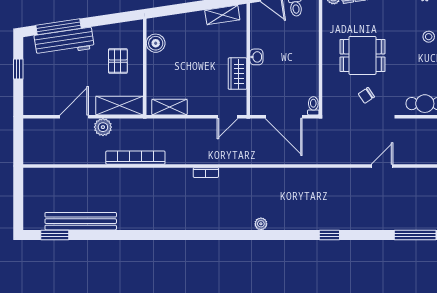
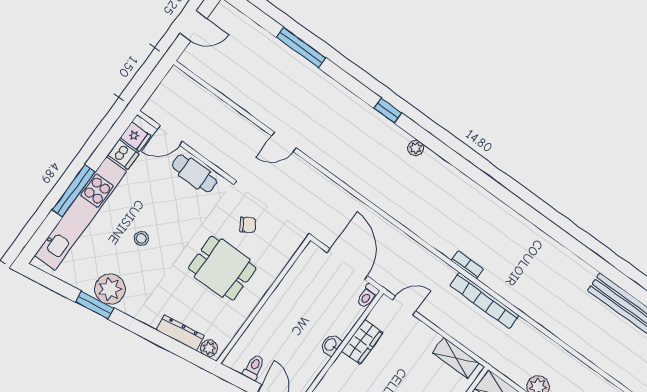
toilet: (313, 106) -> (368, 296), moved
bookcase: (135, 158) -> (484, 300), moved
plant: (261, 224) -> (416, 148), moved

